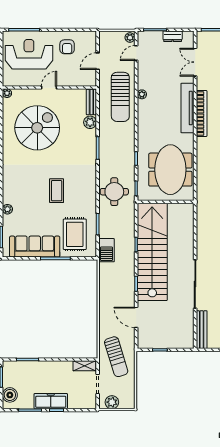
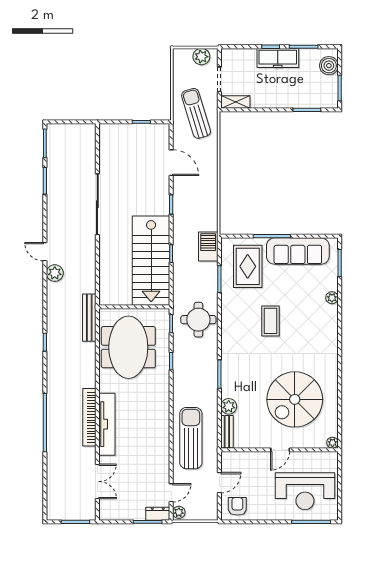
dresser: (173, 36) -> (158, 514), moved
armchair: (67, 47) -> (237, 506), moved
plant: (142, 94) -> (164, 441), removed
stairs: (152, 252) -> (151, 261), width x0.73
bench: (202, 330) -> (89, 318), moved

